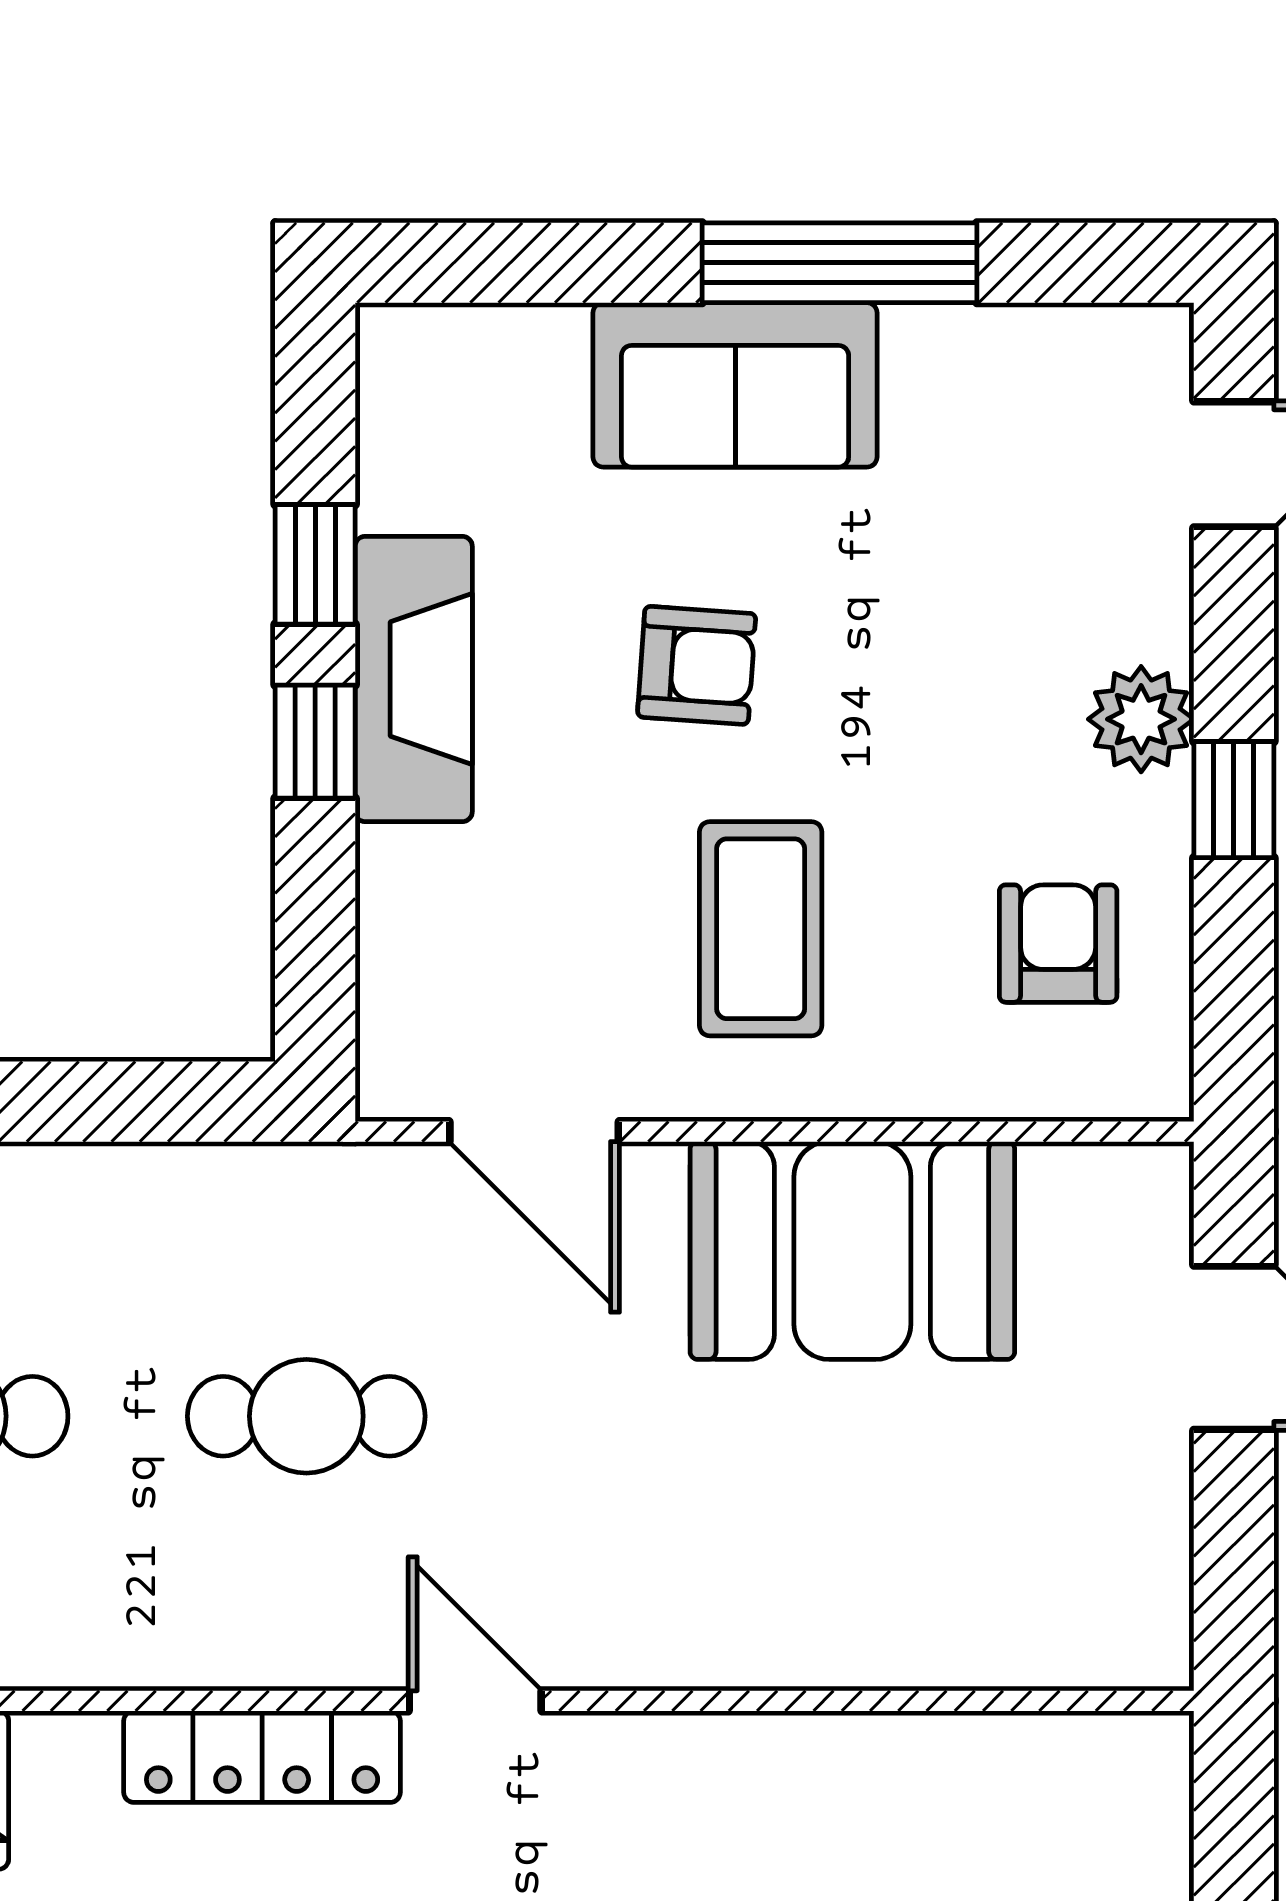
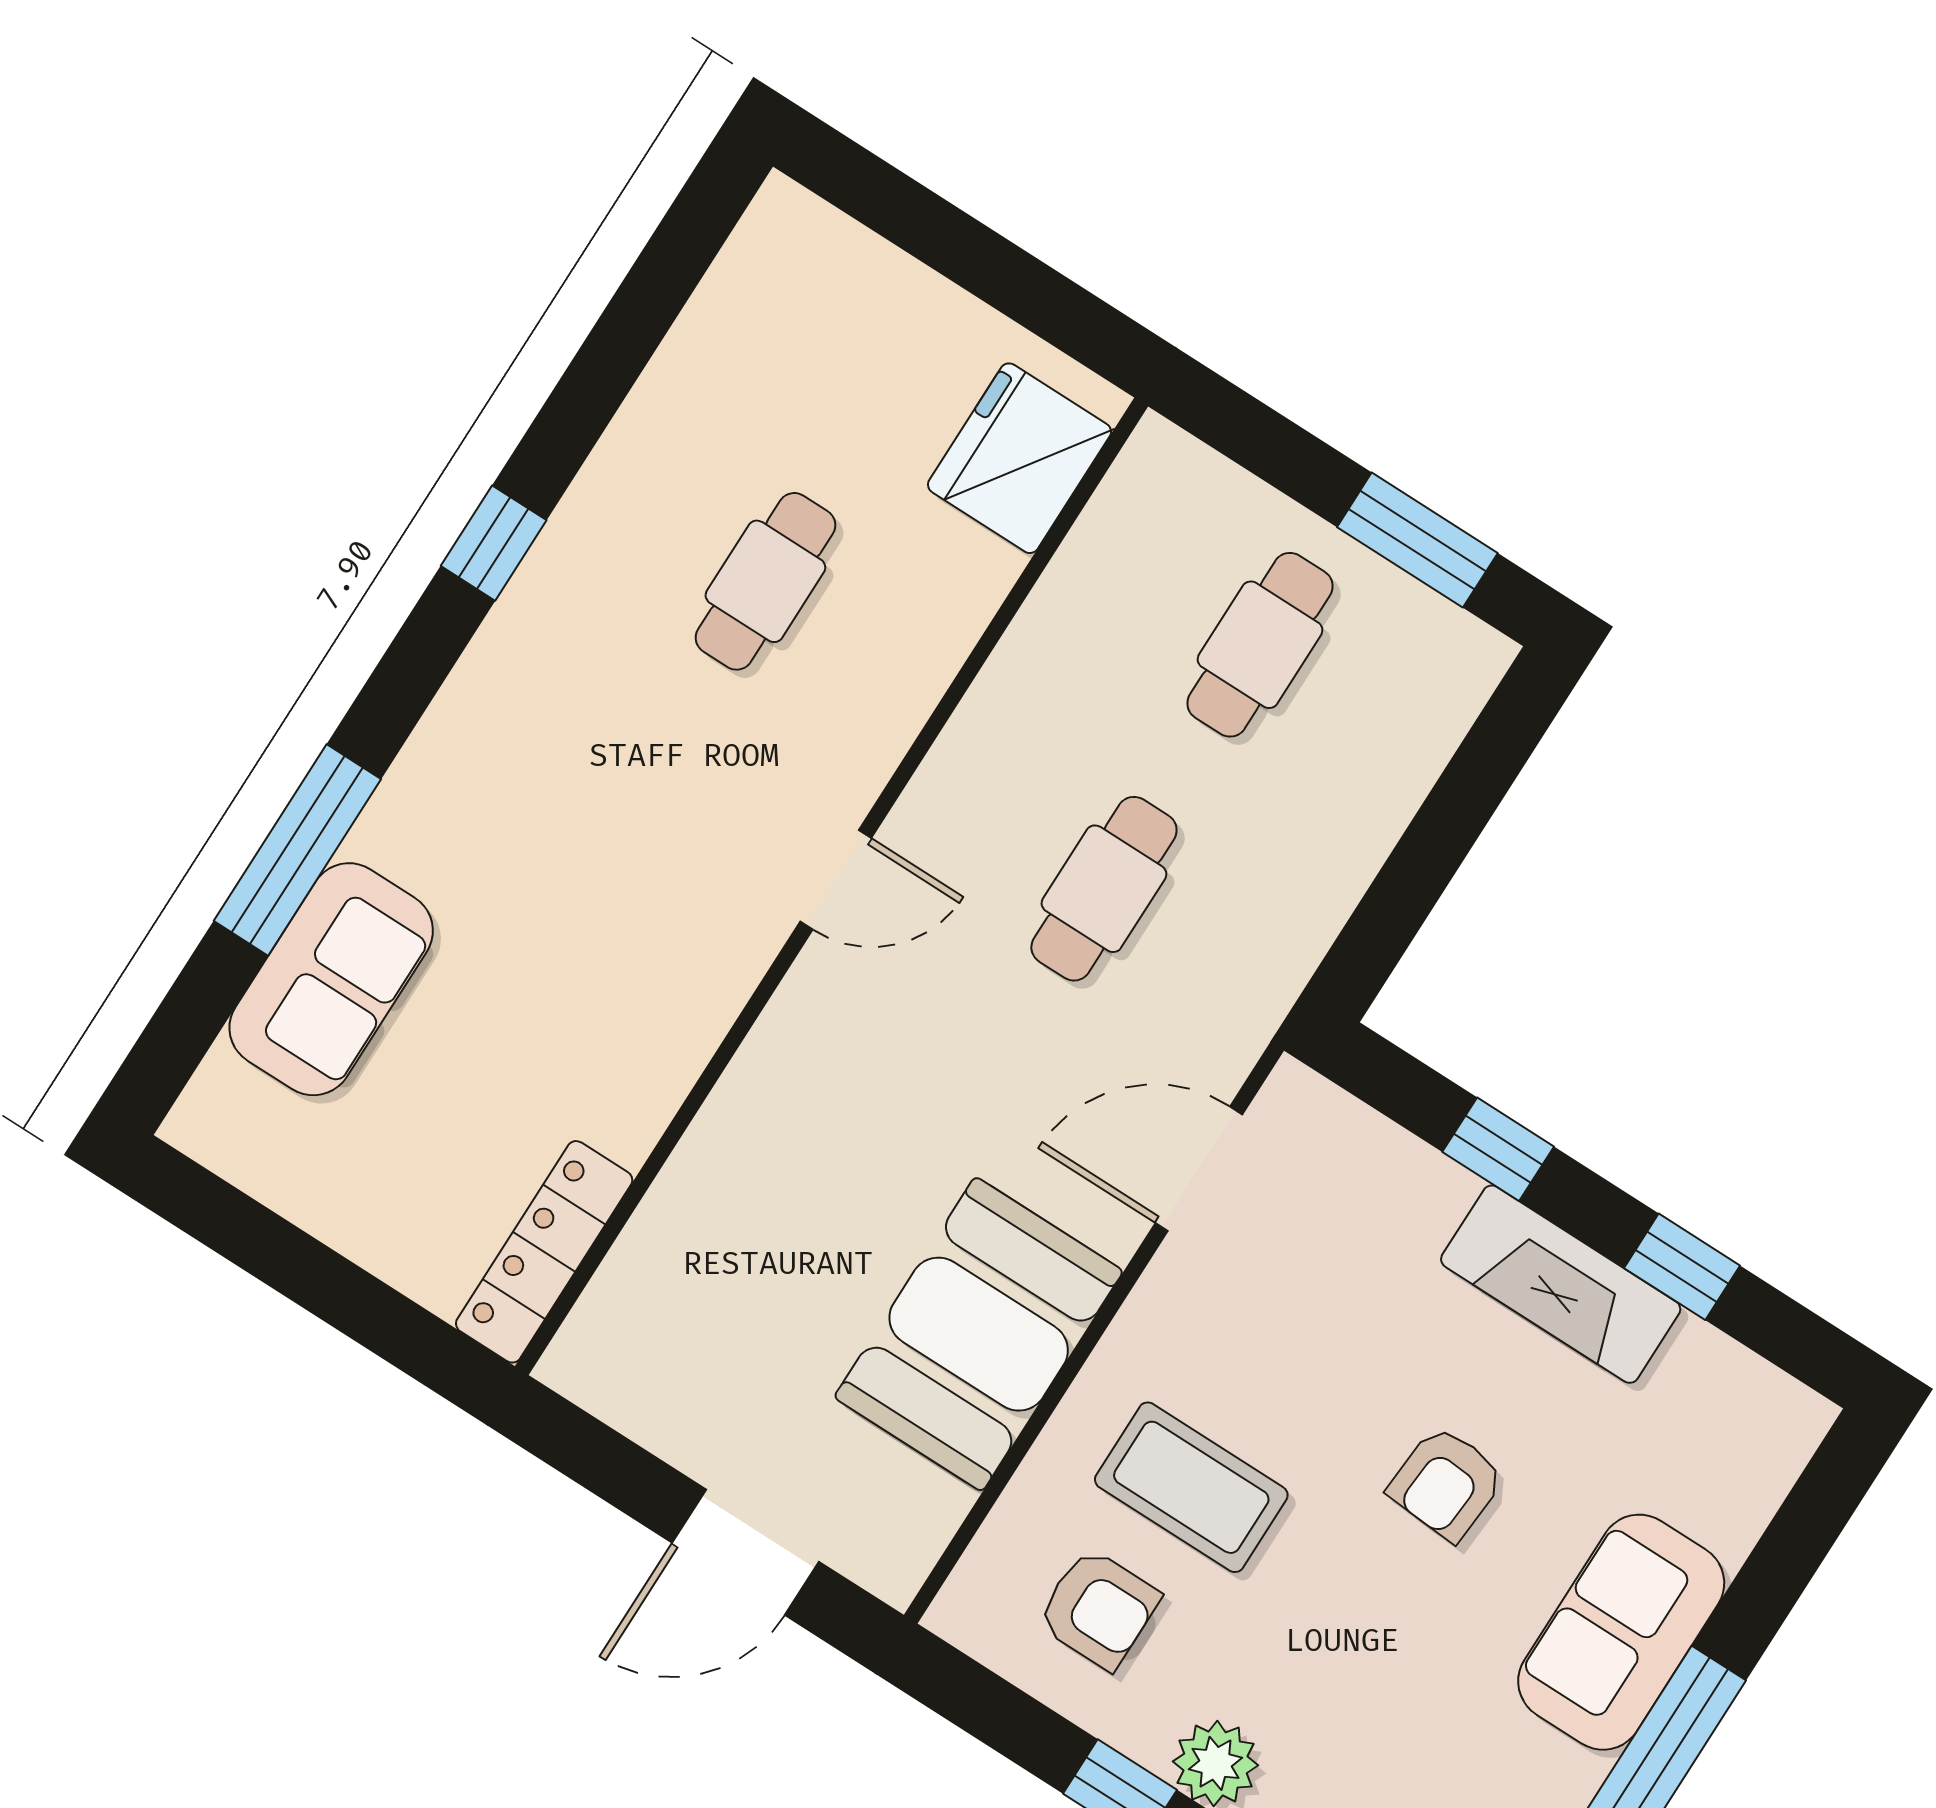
window: (315, 742) -> (1498, 1149), moved
coffee table: (761, 929) -> (1191, 1487), moved
locker: (262, 1757) -> (544, 1252), moved

